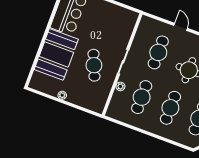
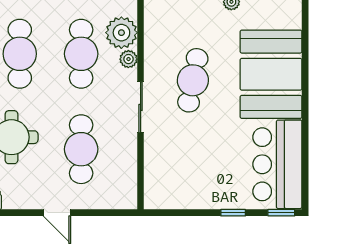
cafe table: (94, 65) -> (193, 80), turned 34
plant: (119, 100) -> (121, 33), added

